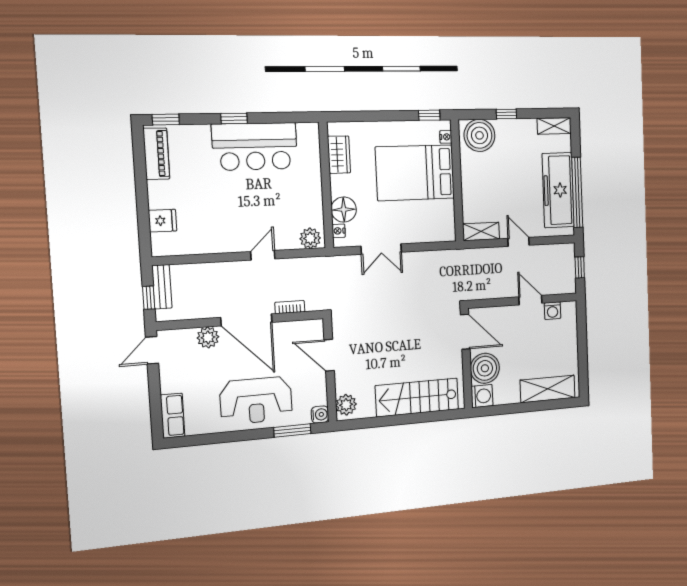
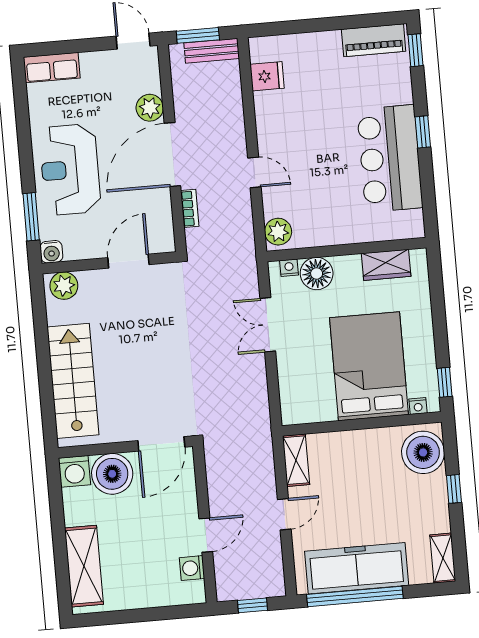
fridge: (162, 221) -> (267, 76), moved, turned -90
window: (149, 298) -> (198, 35), width x1.50

